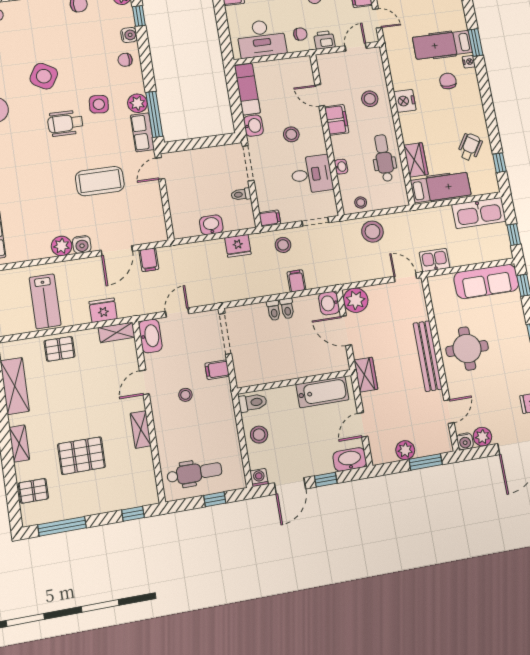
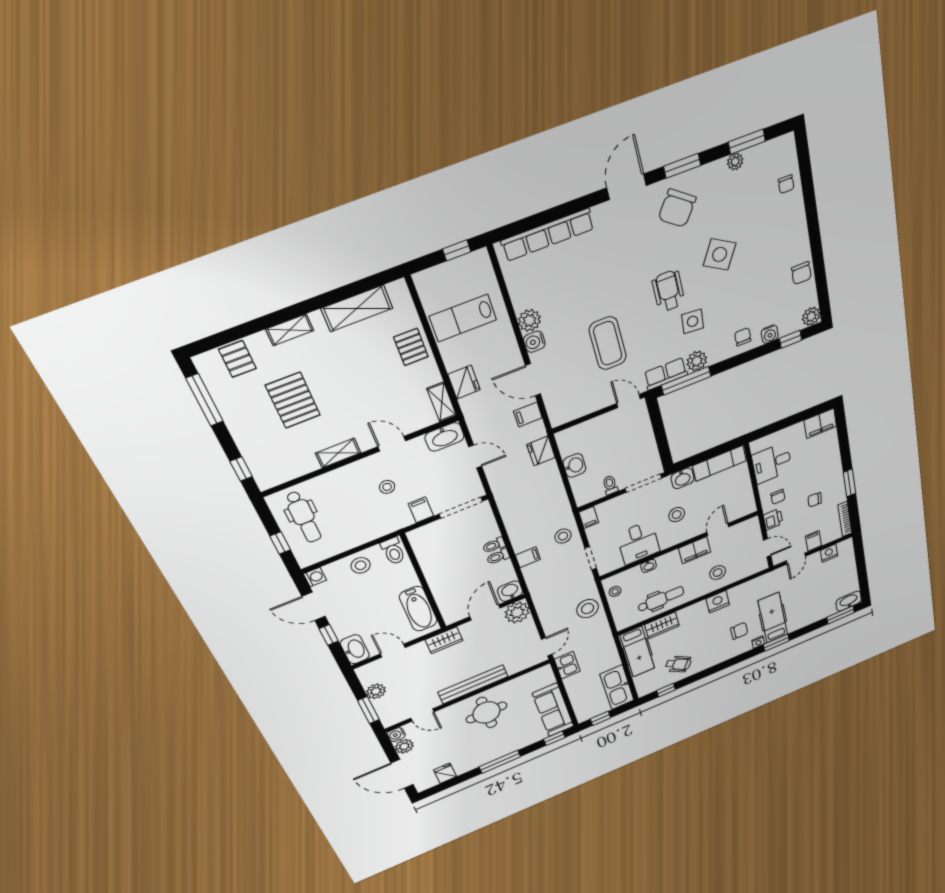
desk: (261, 38) -> (772, 463), width x0.73
fridge: (238, 246) -> (541, 451), moved

